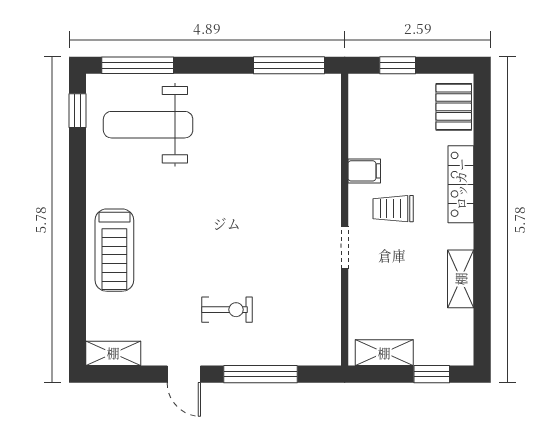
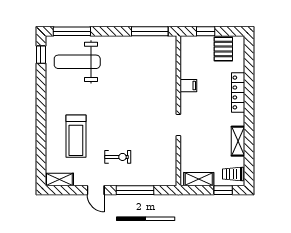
pallet: (454, 107) -> (223, 49), moved
trolley: (393, 209) -> (233, 174), moved
treadmill: (114, 250) -> (76, 136), moved

